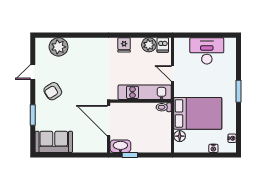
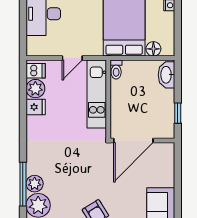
window: (75, 35) -> (23, 184), added
plant: (75, 44) -> (35, 184), added
fridge: (124, 45) -> (36, 107), moved
washbasin: (120, 146) -> (167, 75), moved

